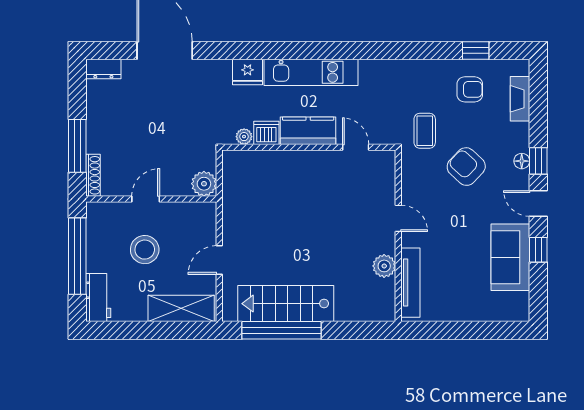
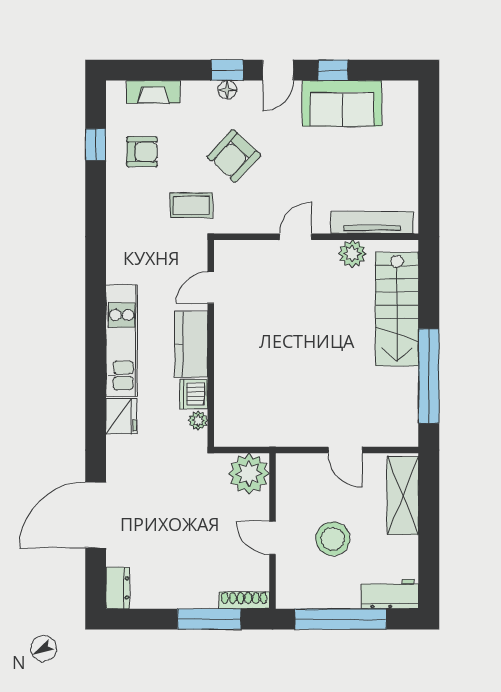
armchair: (470, 89) -> (142, 152), turned 90
plant: (204, 184) -> (249, 474), width x1.36, depth x1.36
stairs: (286, 304) -> (397, 309), moved

